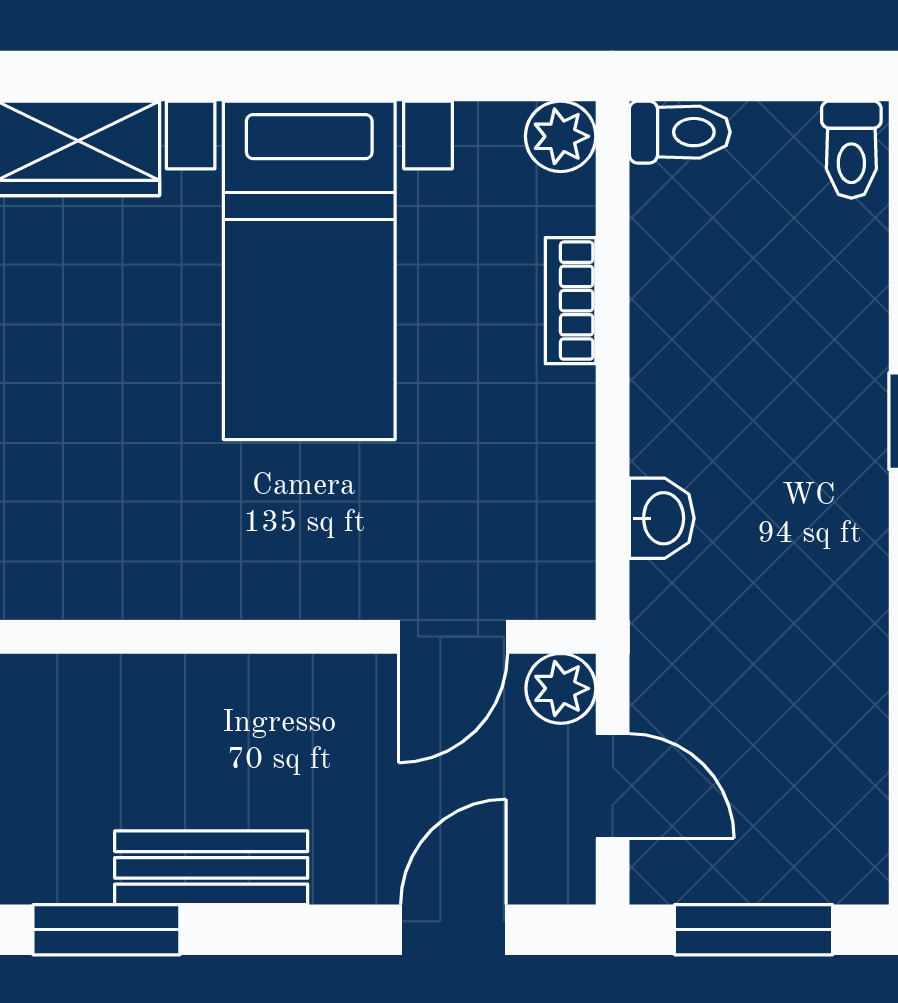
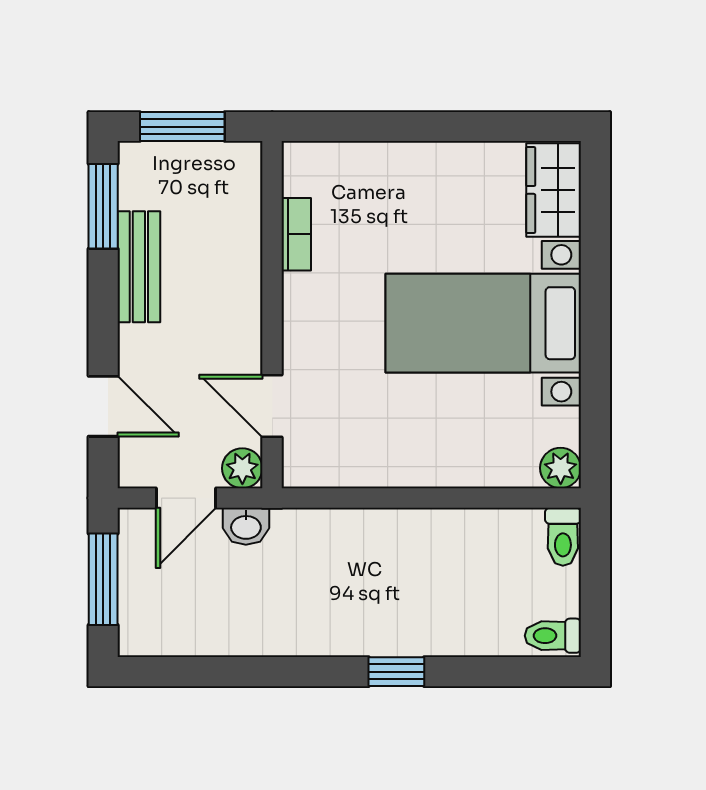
bookcase: (571, 301) -> (296, 234), moved, turned 90
washbasin: (662, 518) -> (246, 526), moved

